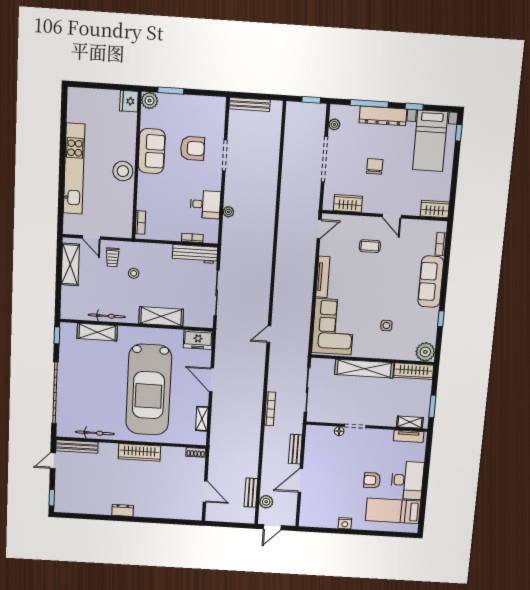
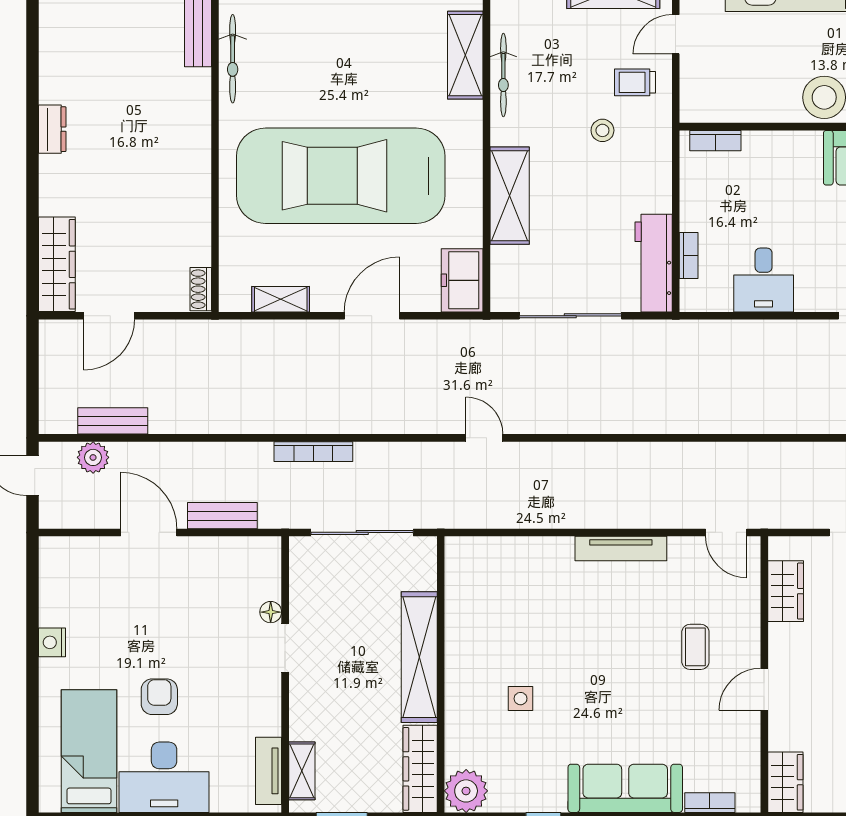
plant: (228, 212) -> (751, 331), removed
corner sofa: (333, 327) -> (511, 580), removed
wardrobe: (139, 452) -> (57, 264), moved, turned 180

